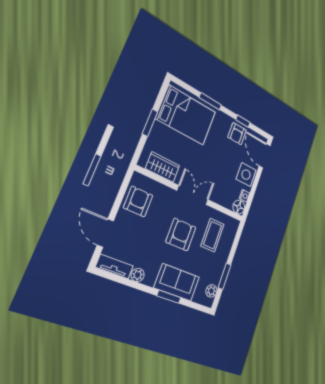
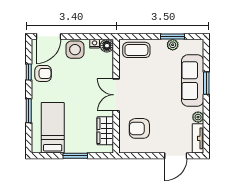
bed: (186, 115) -> (53, 128), width x0.67
armchair: (138, 201) -> (139, 128), moved
armchair: (181, 235) -> (153, 93), removed
coffee table: (212, 235) -> (136, 50), moved
sofa: (177, 282) -> (193, 81), width x1.36
plant: (211, 291) -> (173, 45), moved

